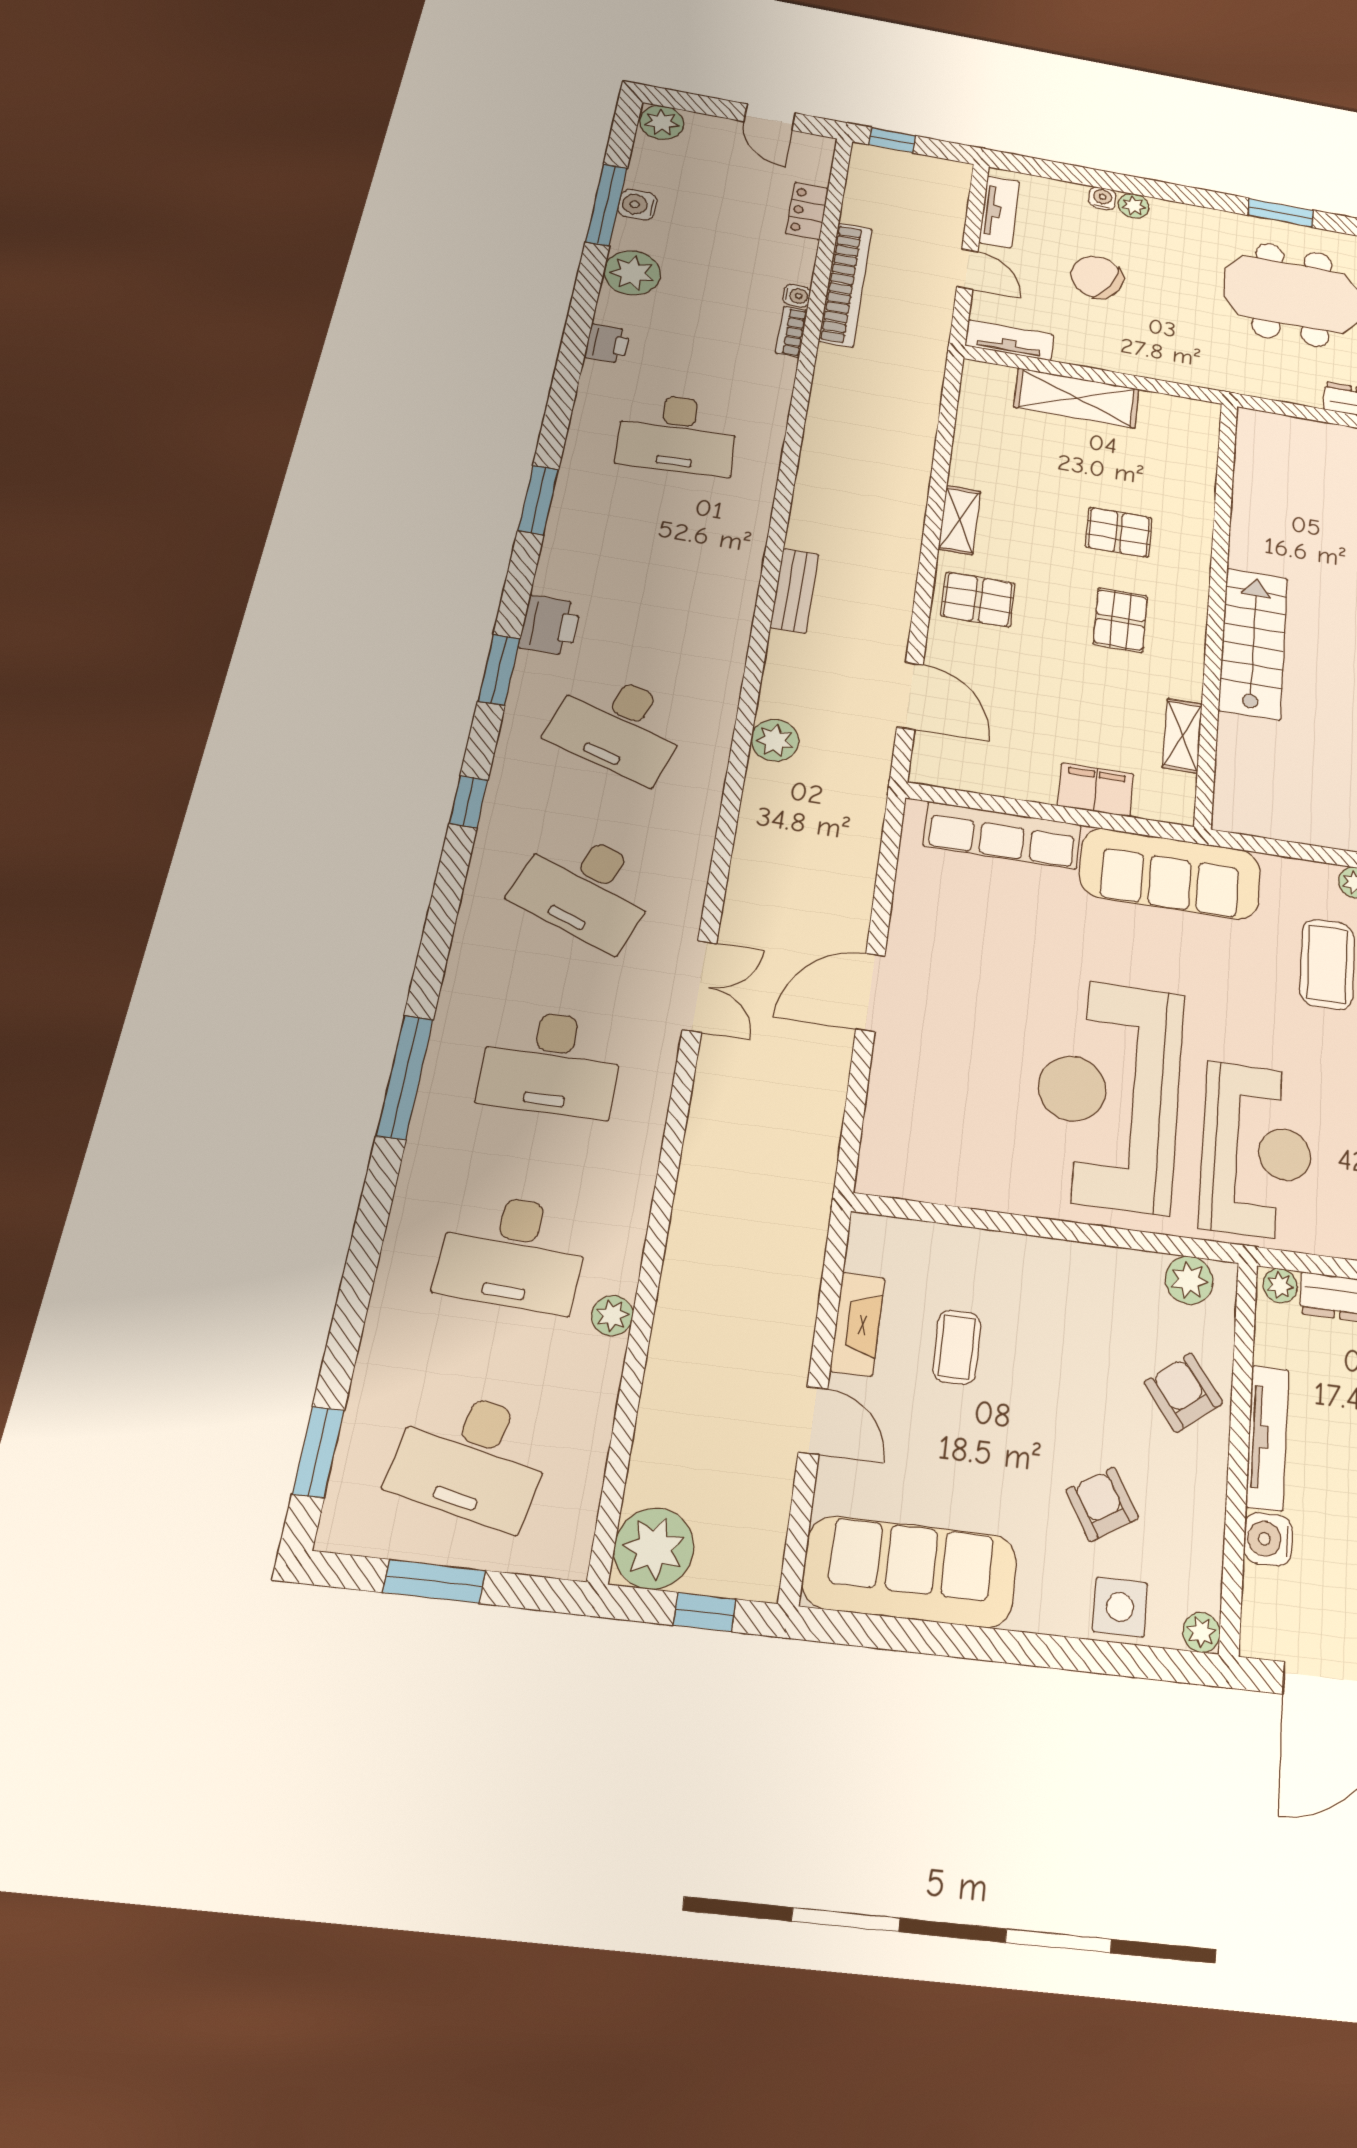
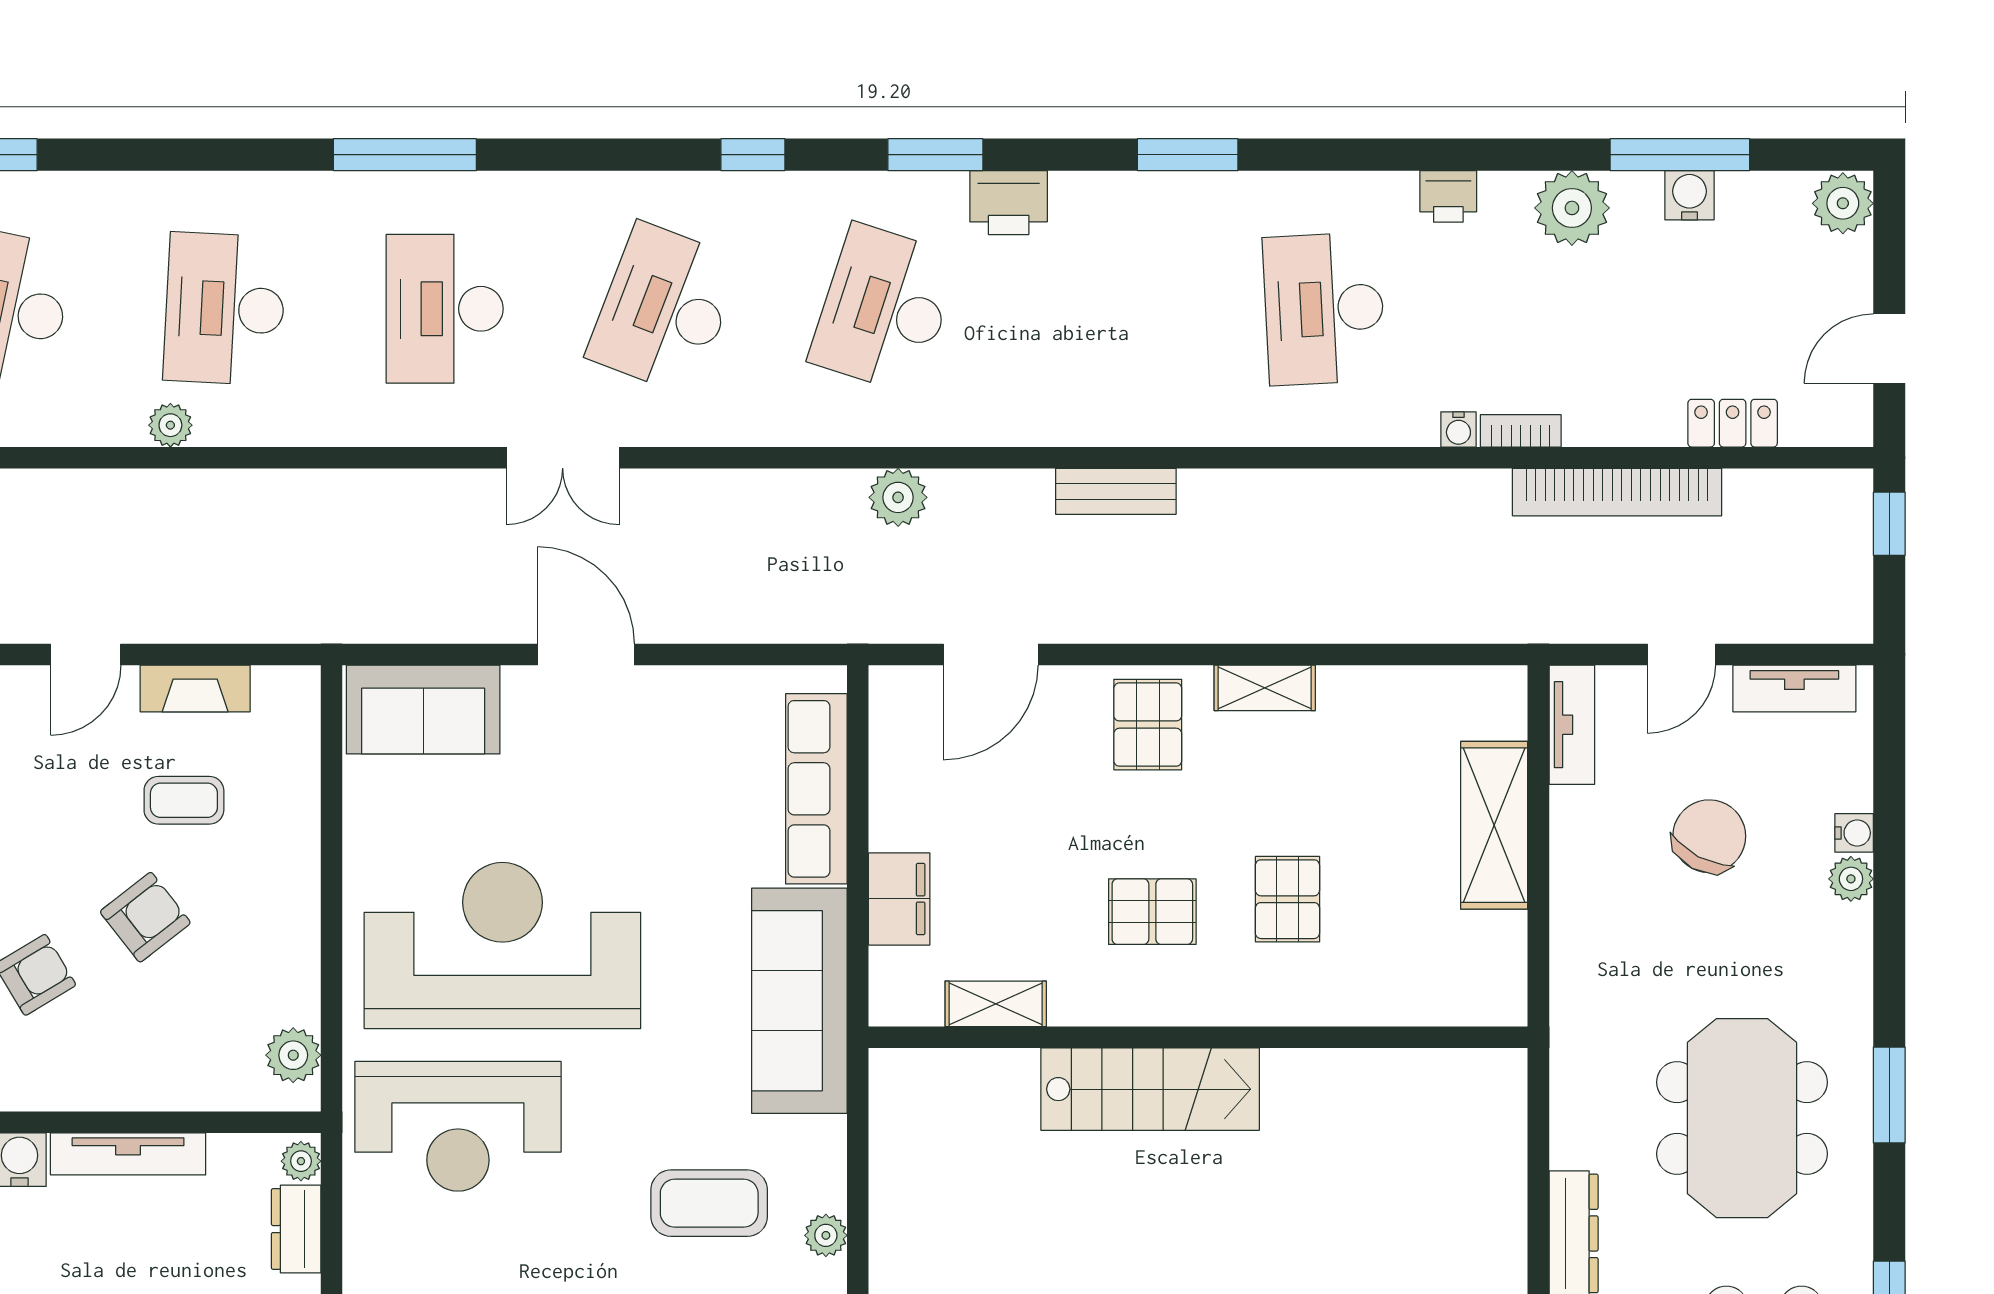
water cooler: (797, 296) -> (1458, 429), moved
sofa: (901, 1130) -> (423, 709), added
armchair: (1183, 1393) -> (145, 917), moved

